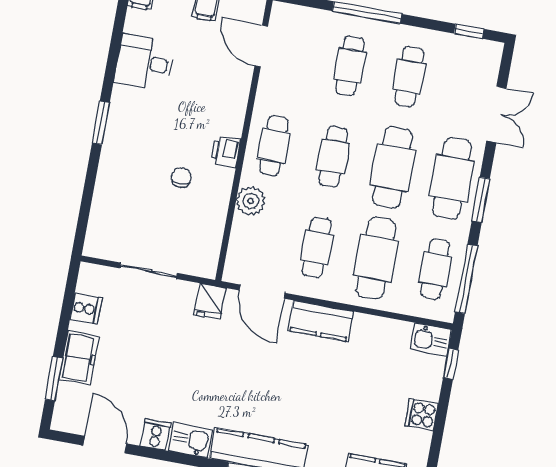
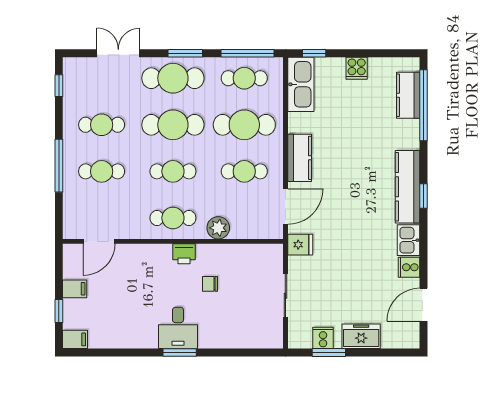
desk: (144, 62) -> (178, 328), moved
kitchen sink: (431, 339) -> (301, 84), width x1.88, depth x1.24
window: (54, 379) -> (329, 353), moved

